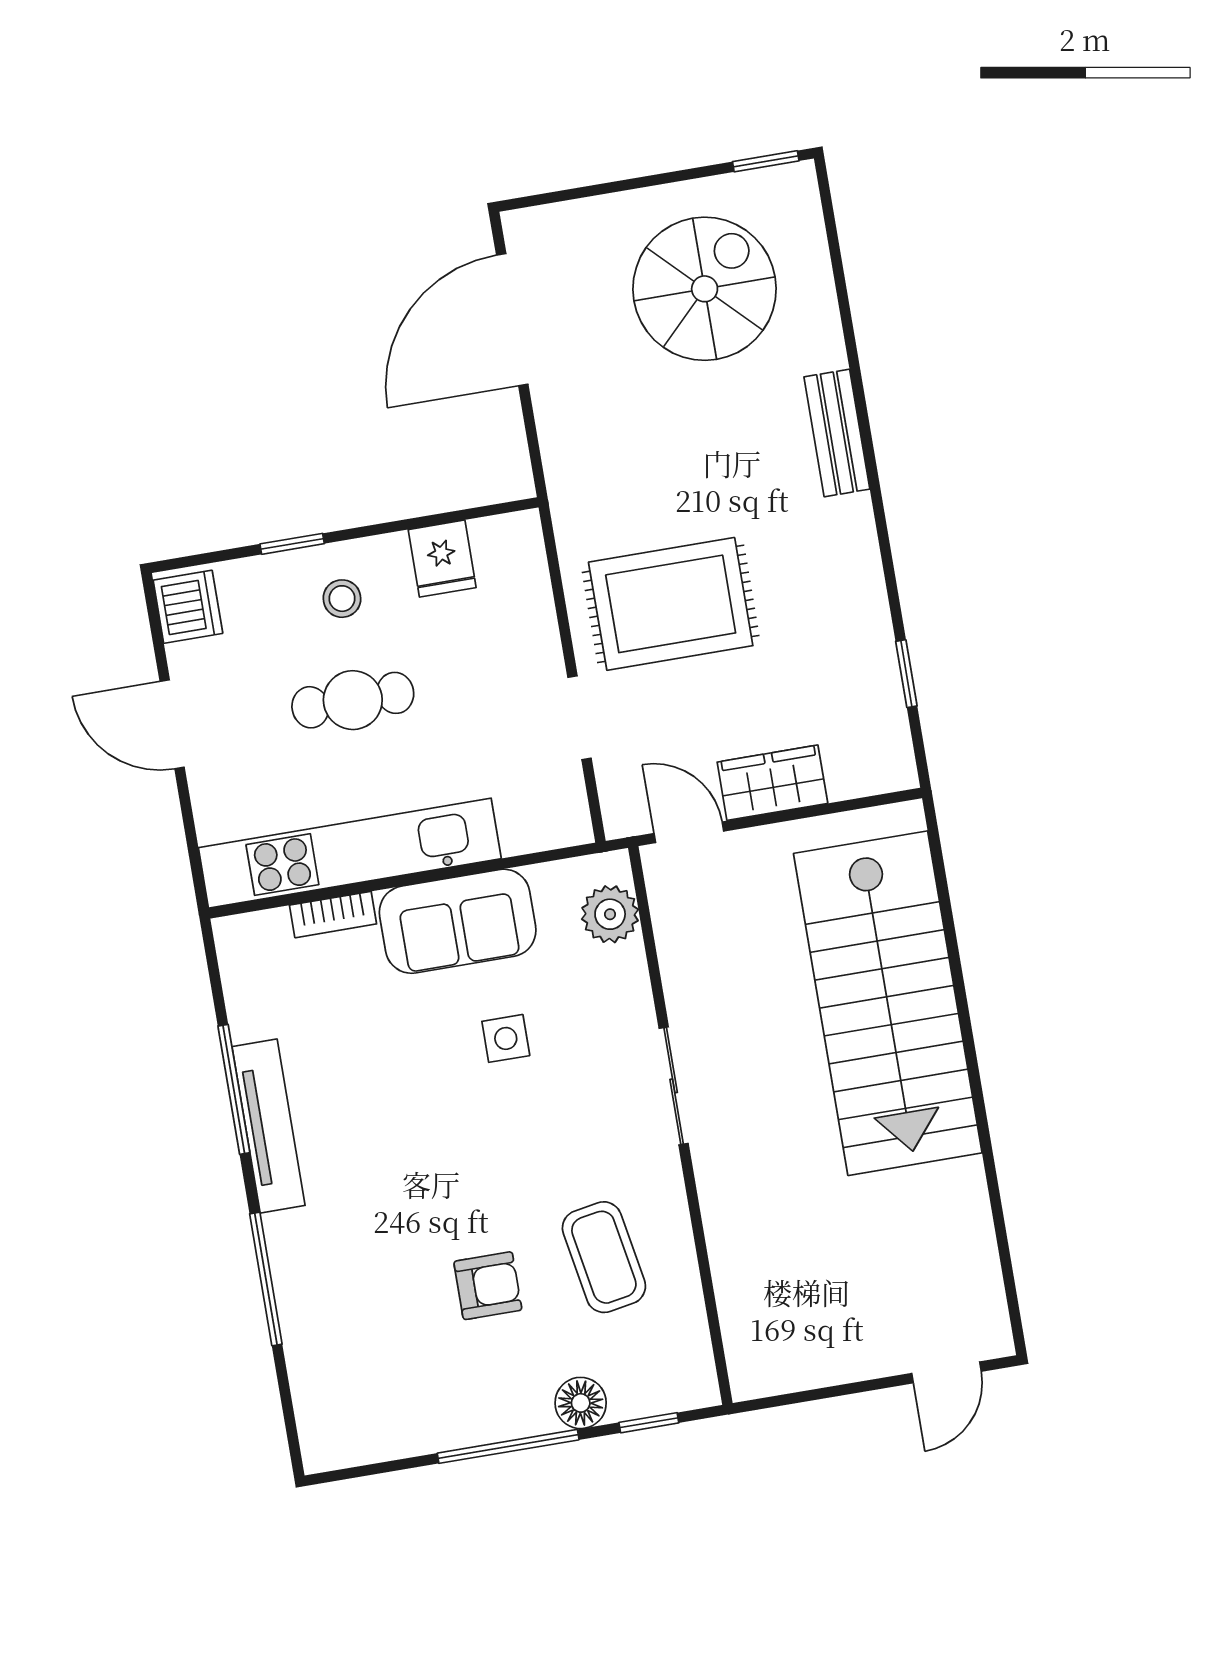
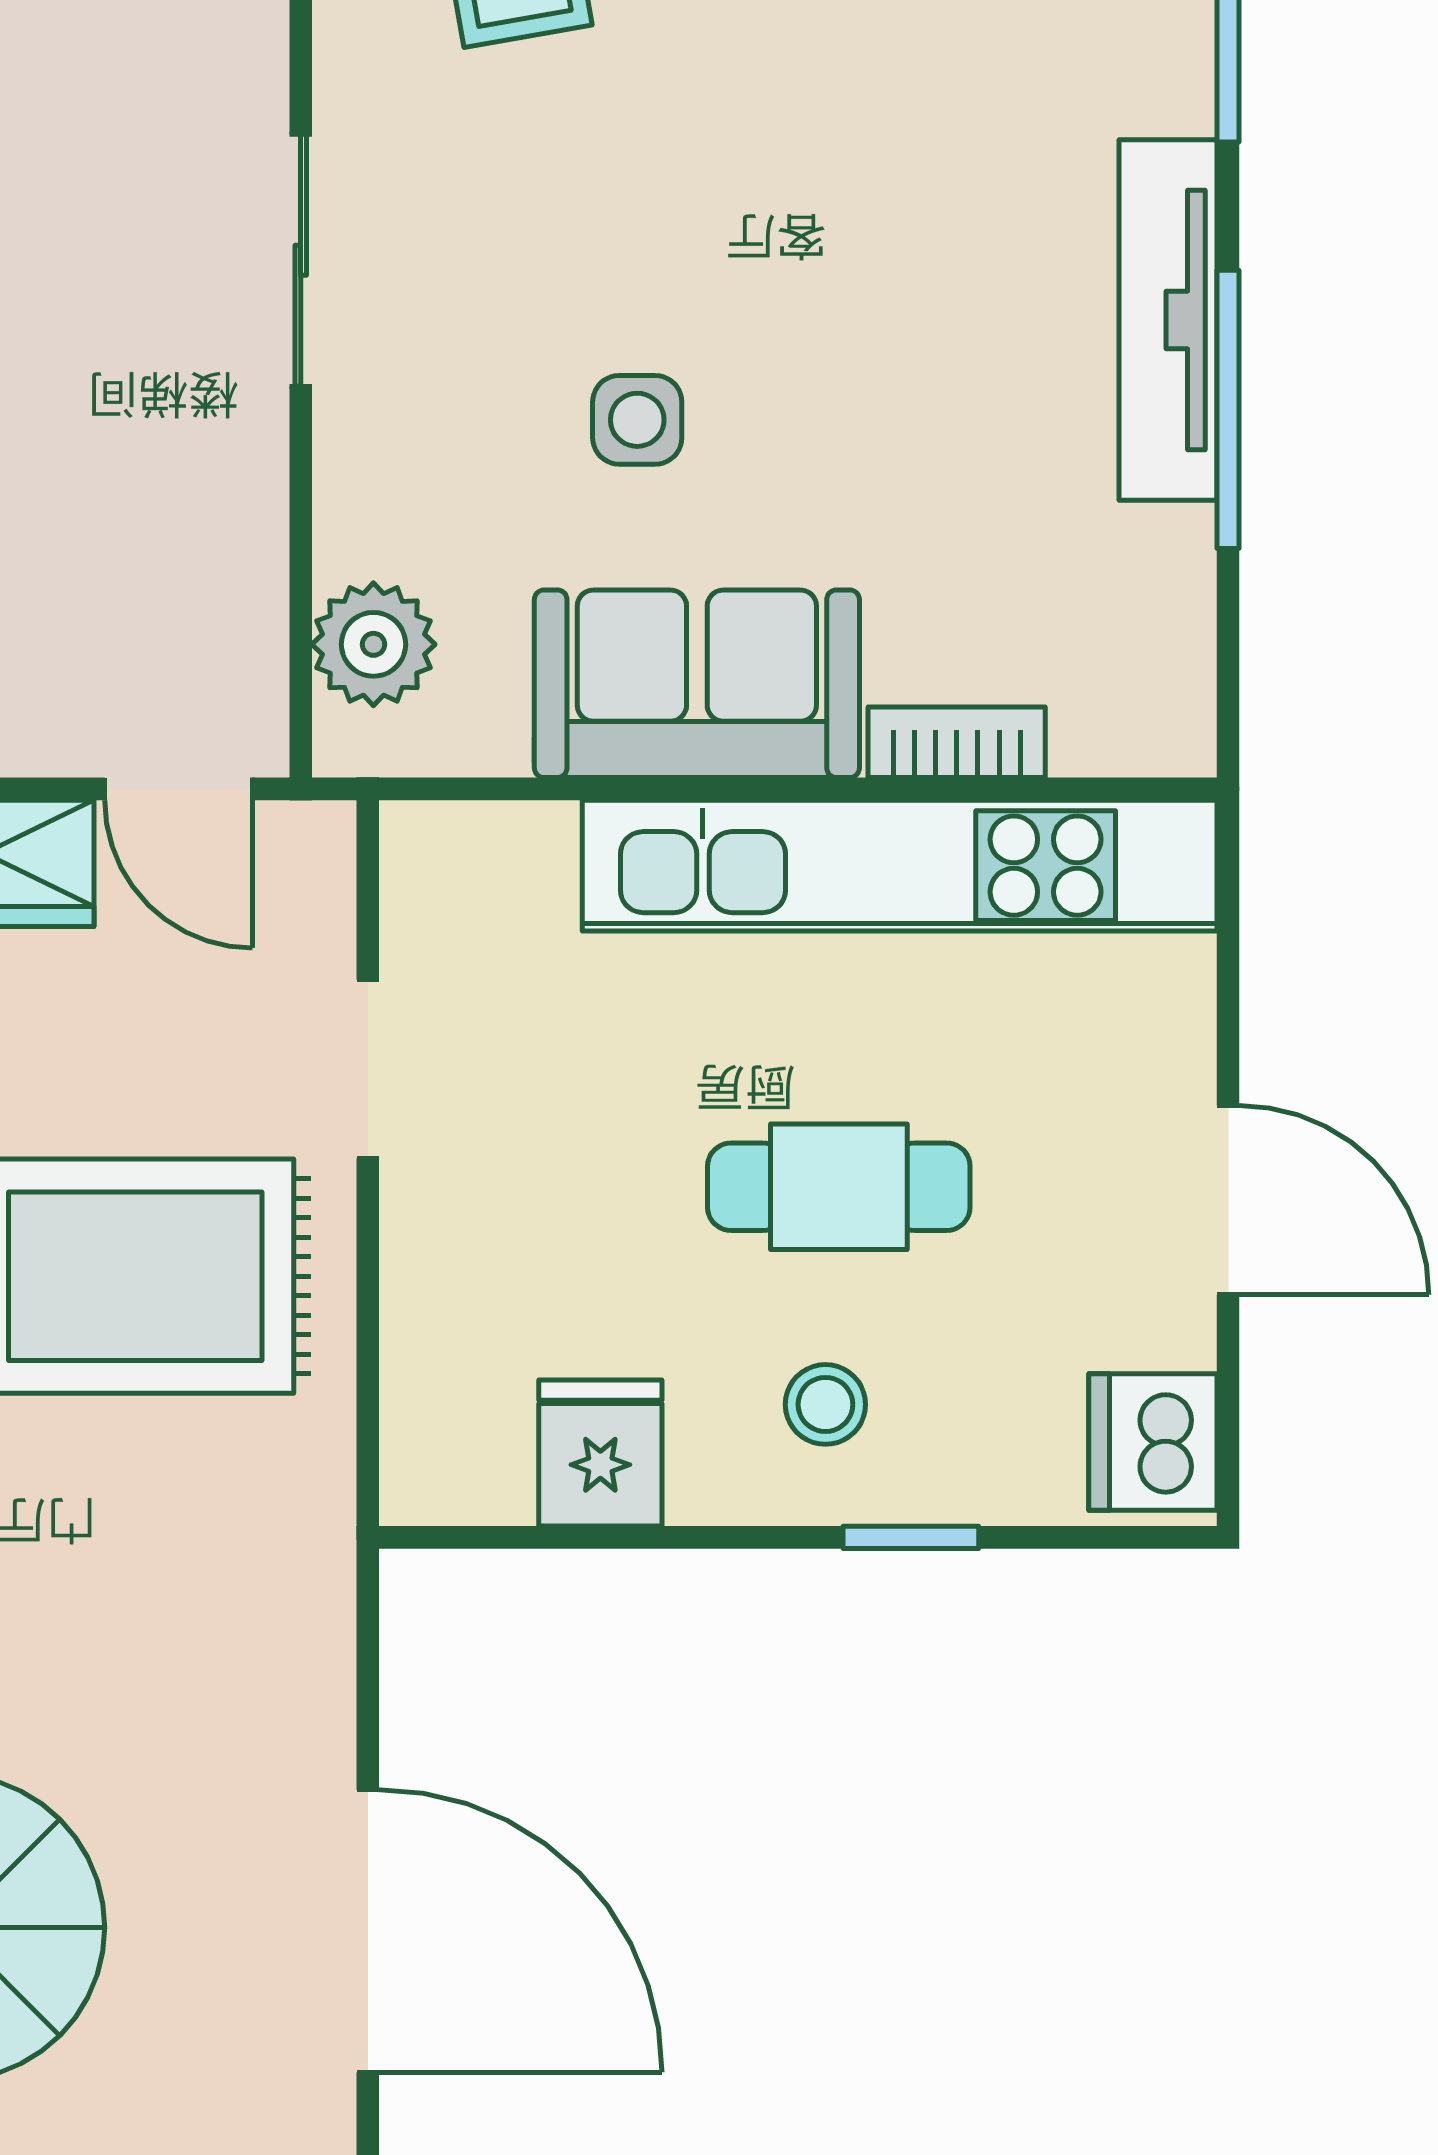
door: (512, 320) -> (368, 1931), hinge flipped

